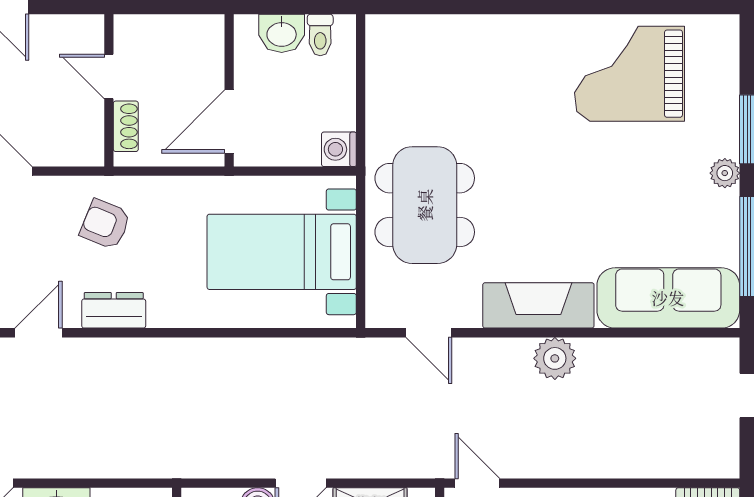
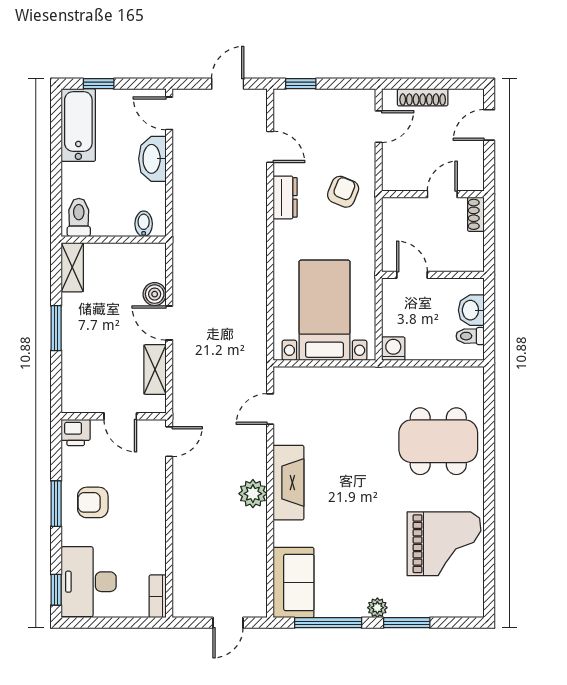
grand piano: (630, 74) -> (444, 544), turned 90
door: (229, 121) -> (412, 275), width x0.73
shoe rack: (126, 126) -> (476, 214), moved, turned 90
dining table: (425, 205) -> (438, 441), moved
sofa: (668, 298) -> (294, 582), width x0.73

